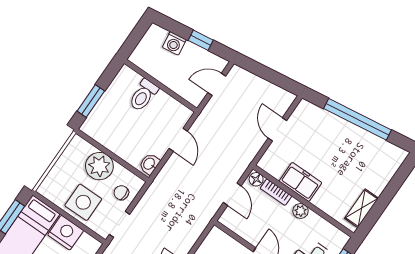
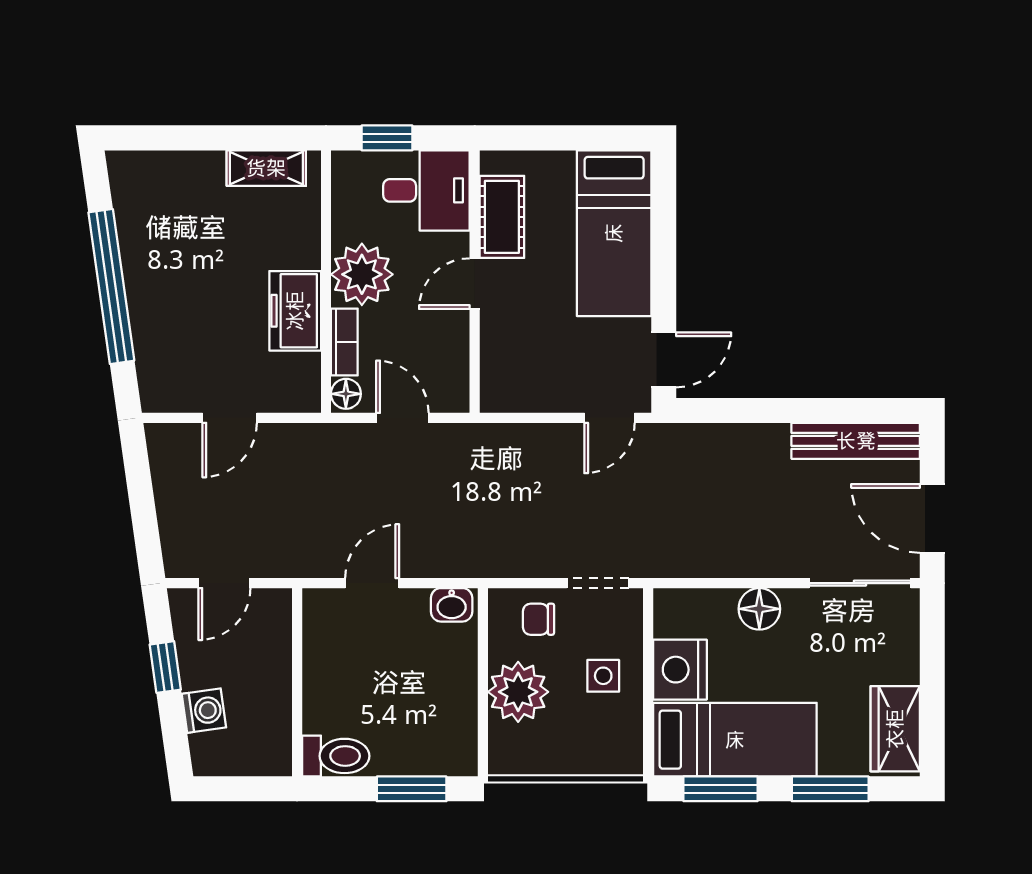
door: (217, 84) -> (224, 583), hinge flipped
toilet: (143, 95) -> (336, 756), moved
chair: (121, 193) -> (538, 619), turned 90
door: (232, 194) -> (402, 418), hinge flipped
side table: (83, 202) -> (603, 676), width x0.54, depth x0.54
plant: (300, 211) -> (362, 274), width x1.88, depth x1.88

